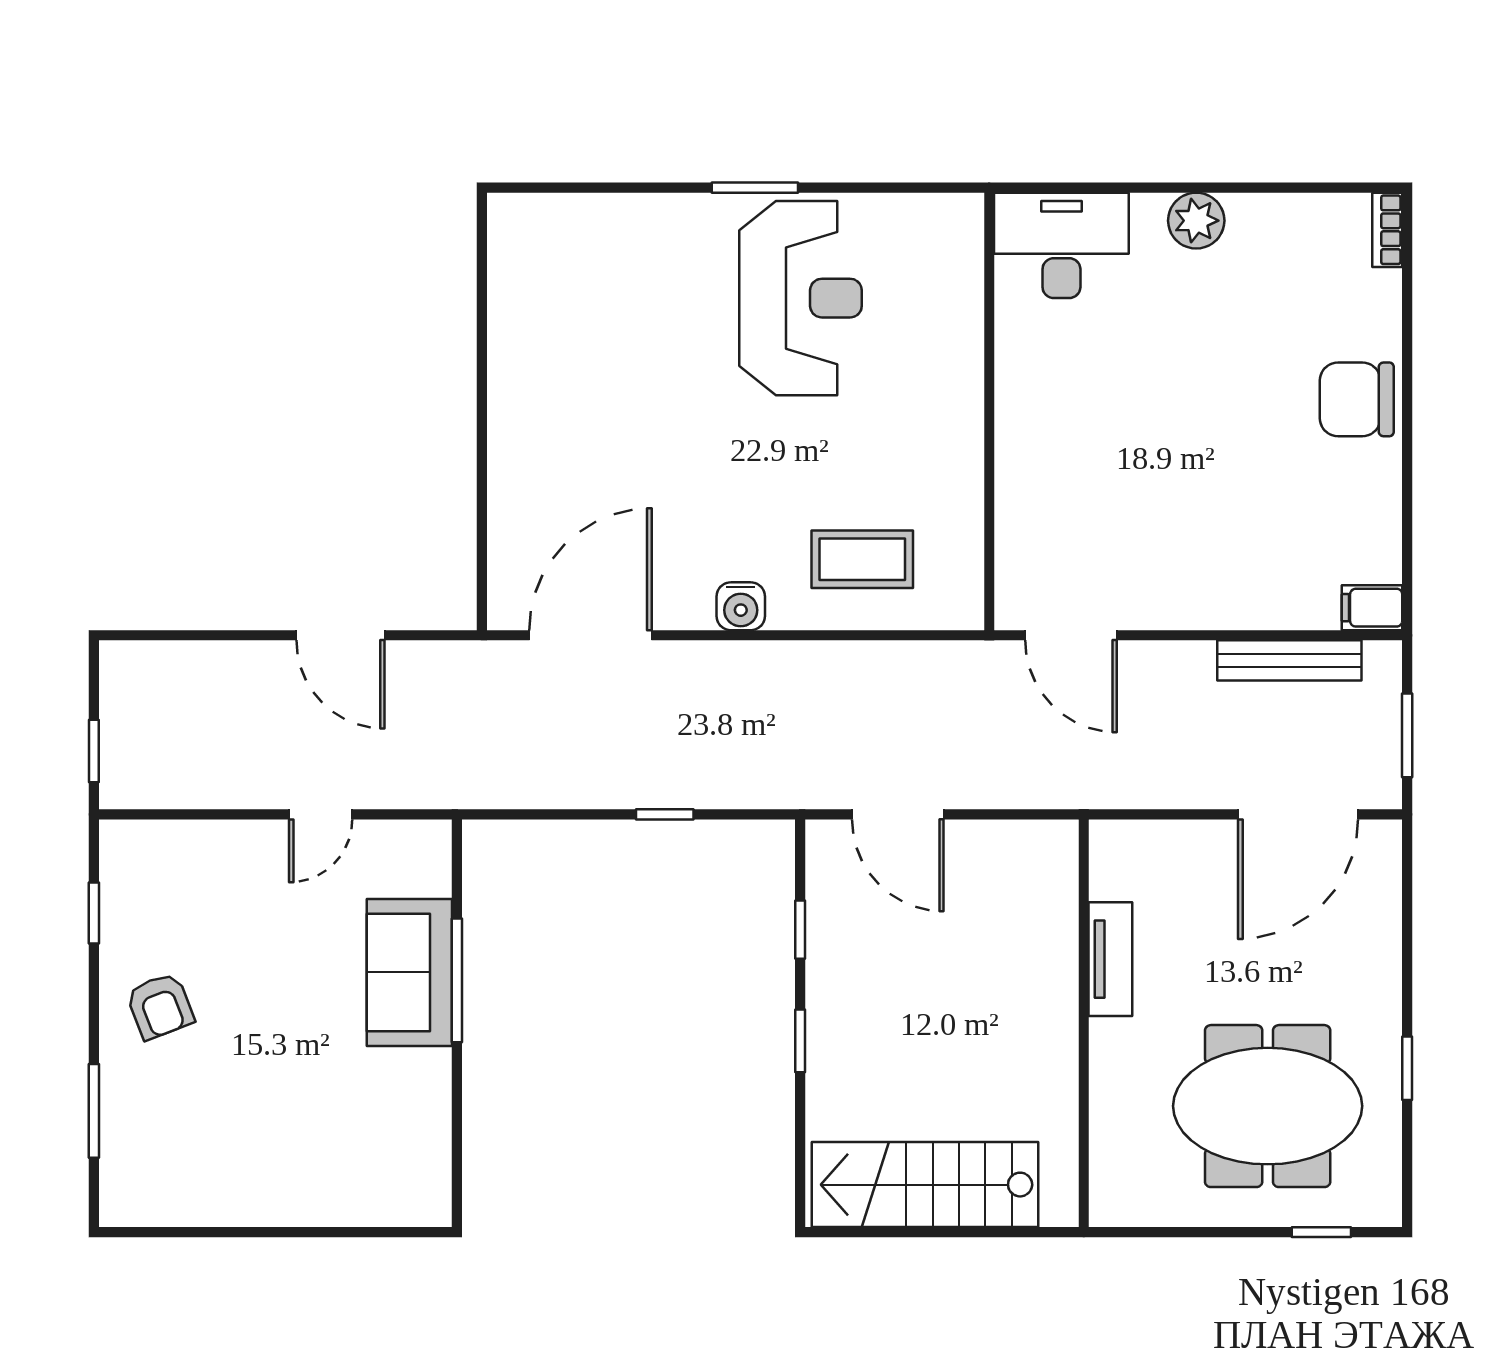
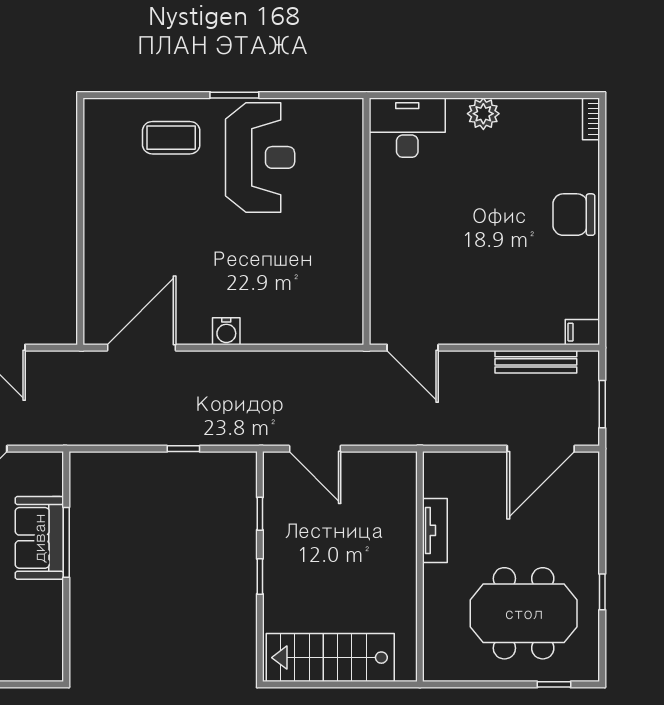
coffee table: (862, 559) -> (171, 138), moved

